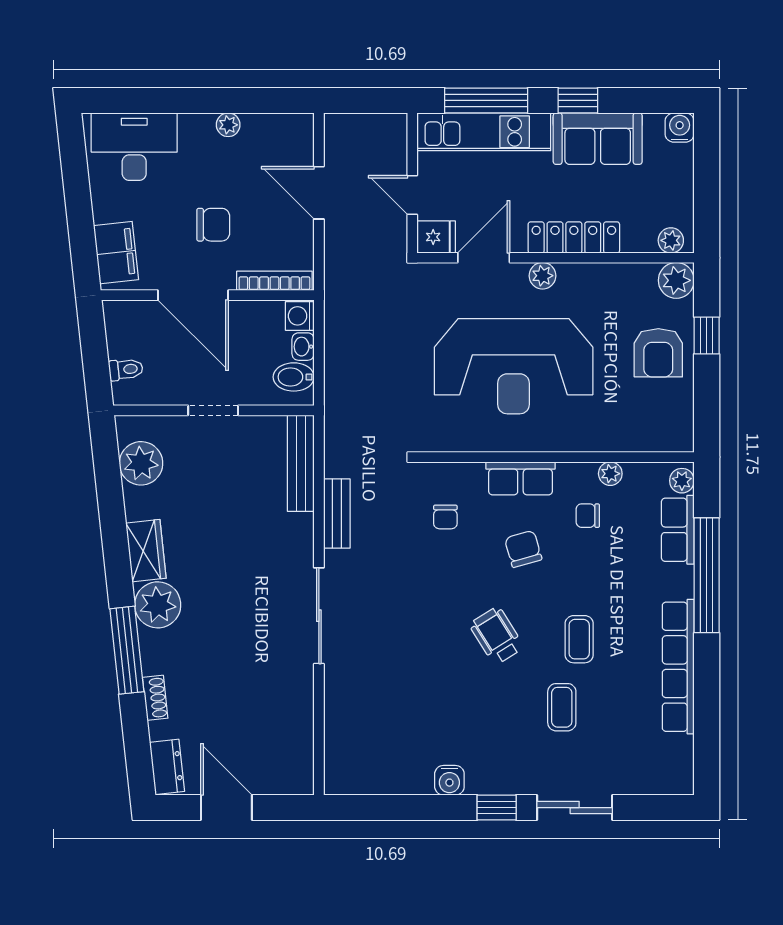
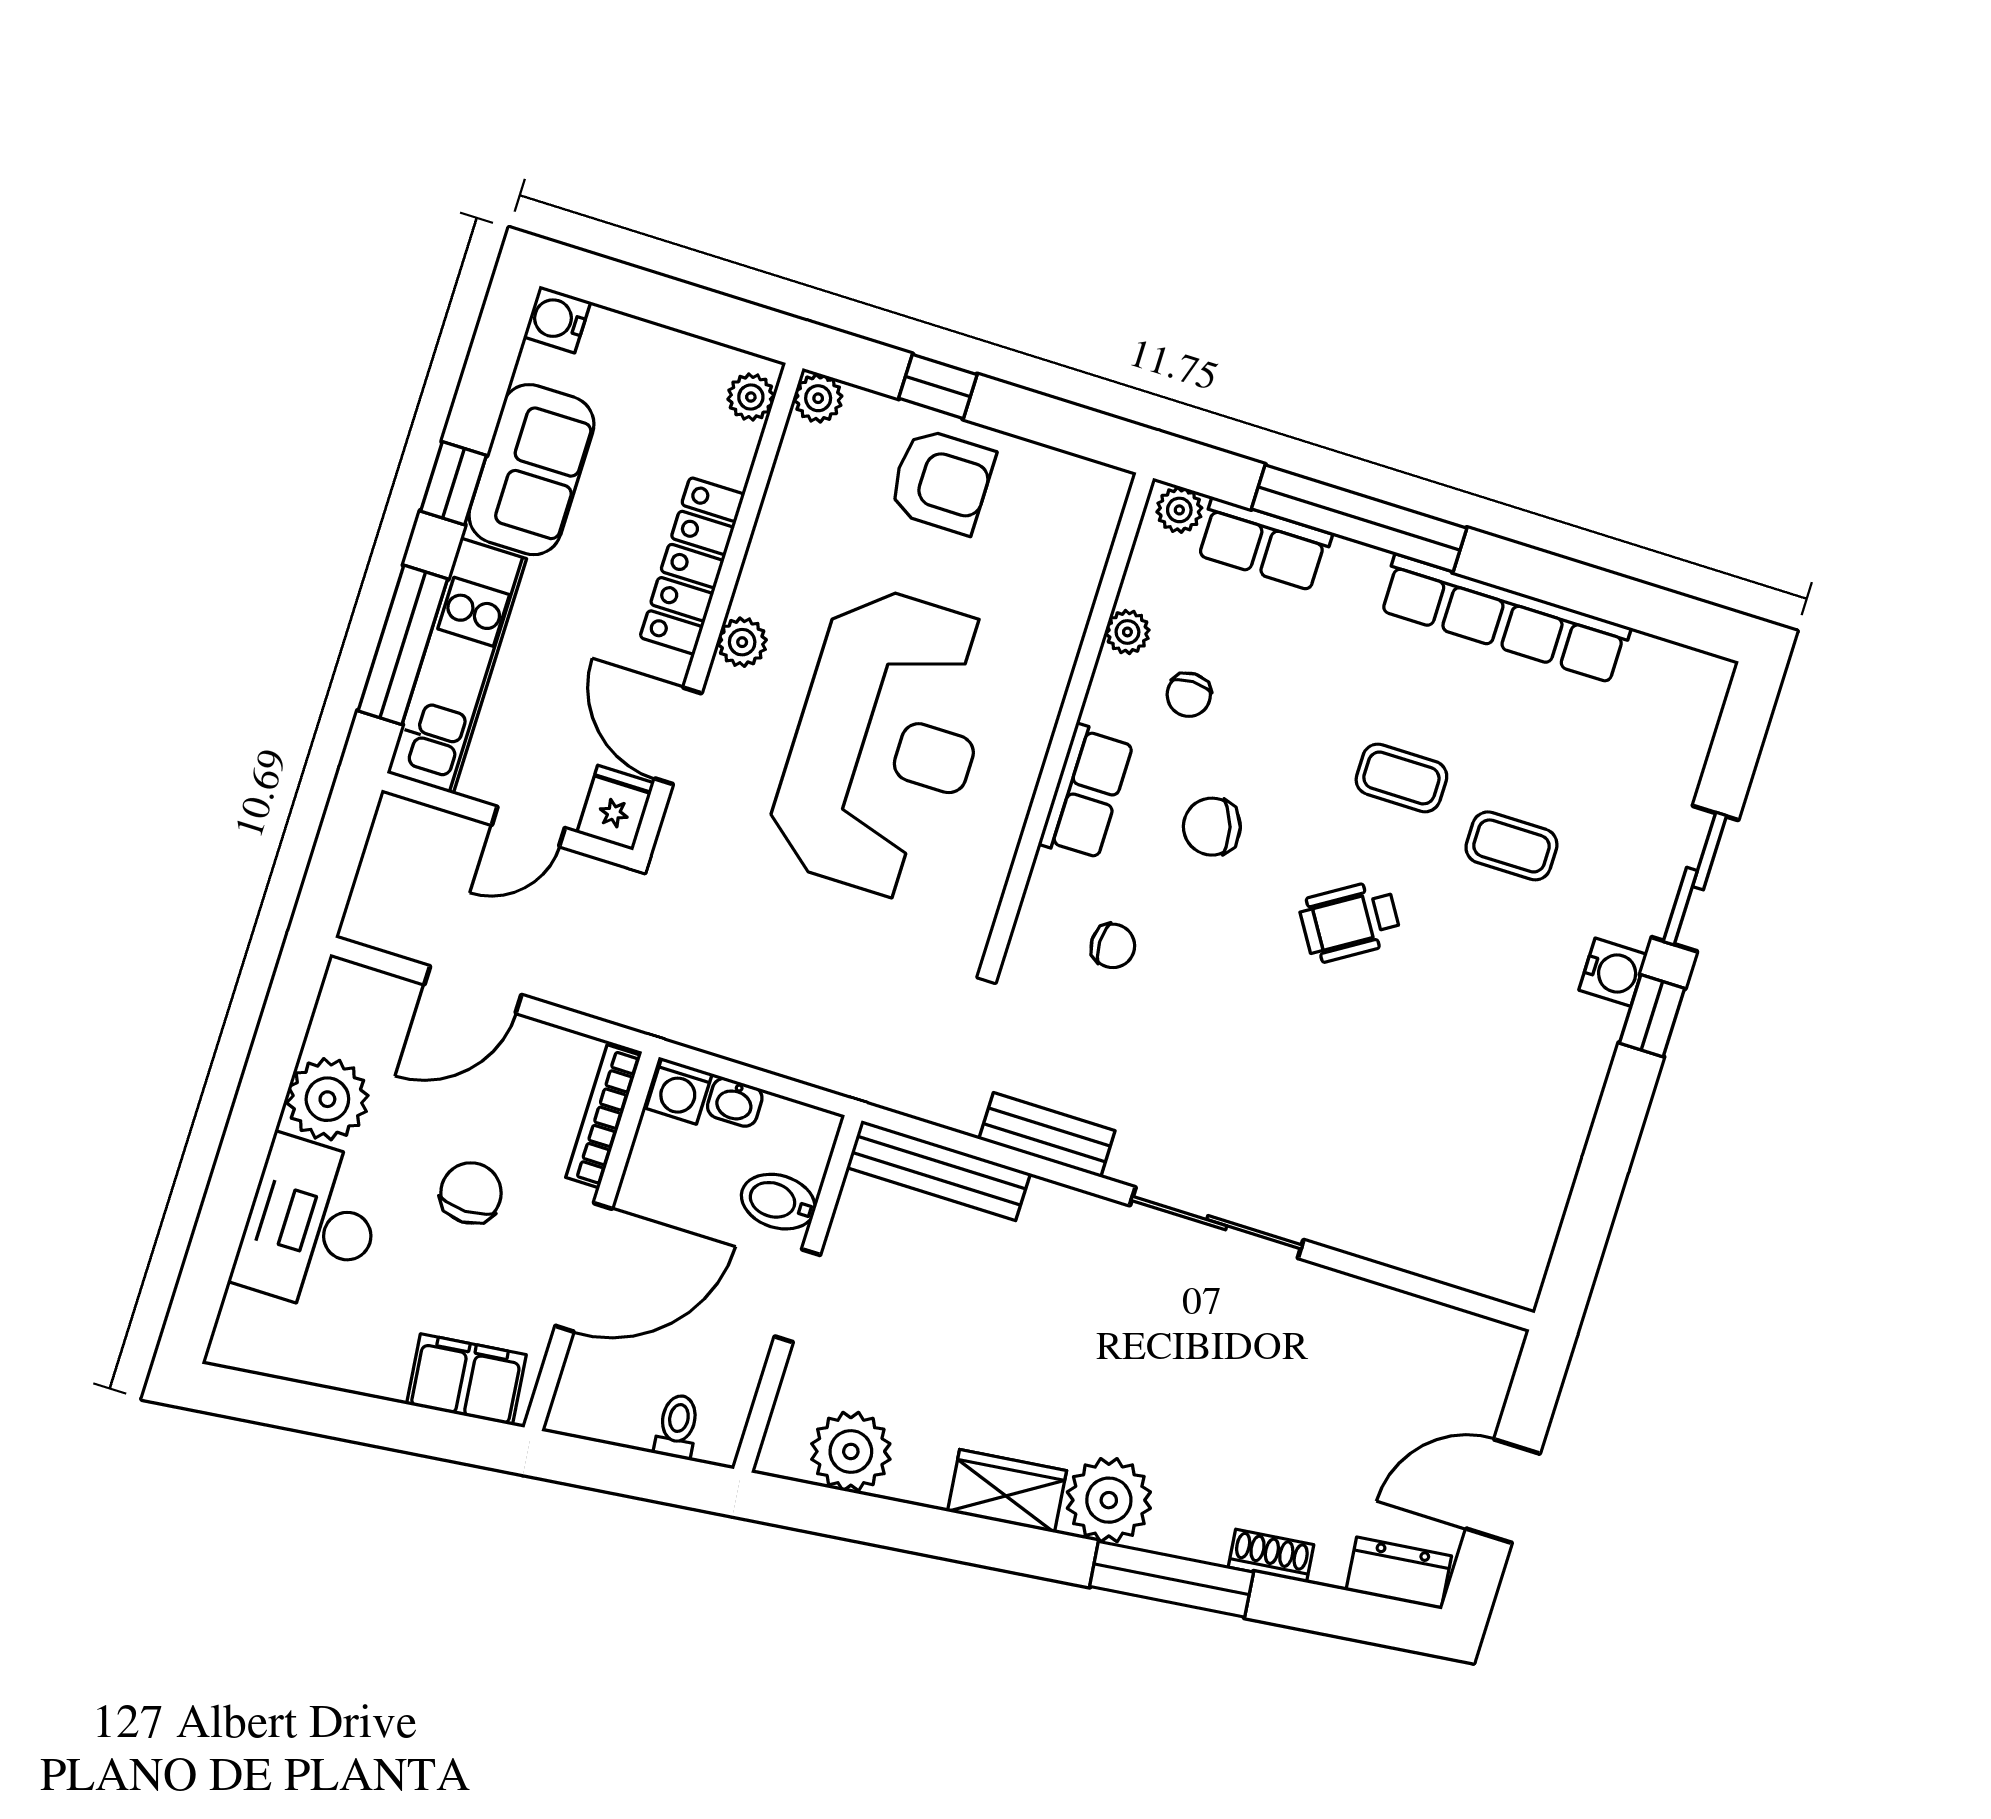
plant: (228, 125) -> (327, 1099), width x1.88, depth x1.88
desk: (134, 147) -> (310, 1225), moved
plant: (676, 280) -> (818, 398), width x0.73, depth x0.73
bidet: (294, 377) -> (778, 1202), moved, turned 90
water cooler: (449, 780) -> (1613, 972), moved

